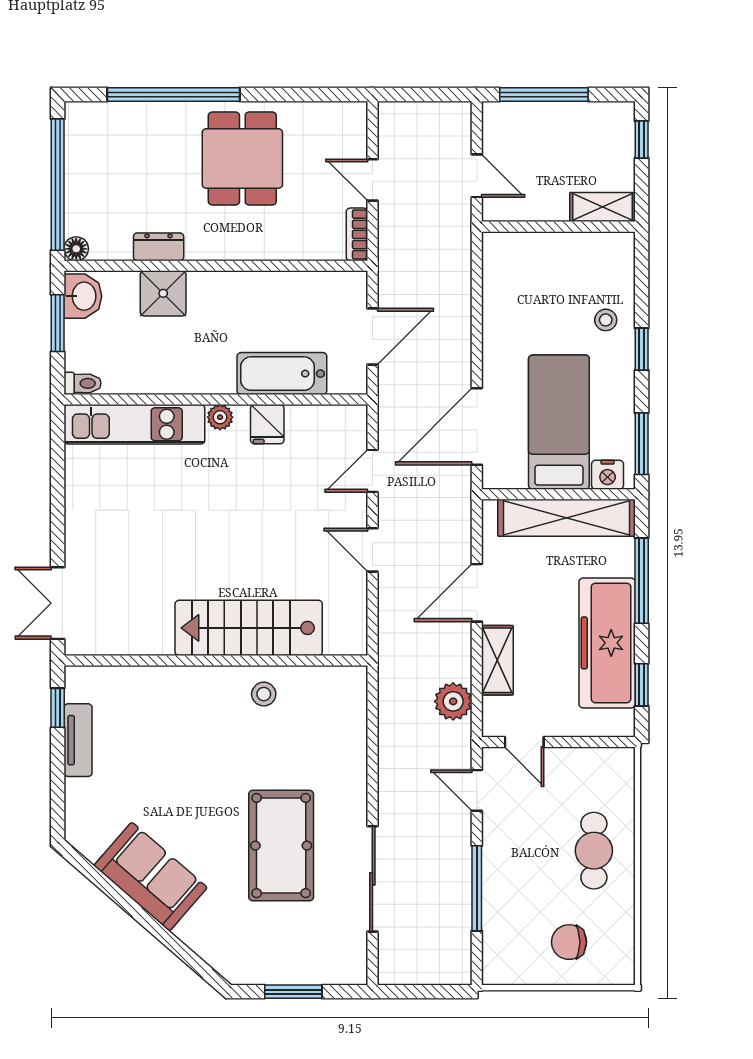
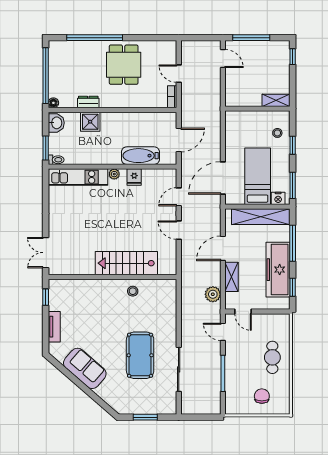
door: (477, 176) -> (223, 59), moved
shelving: (603, 207) -> (276, 100), moved
wall: (558, 227) -> (257, 109), moved
window: (58, 323) -> (46, 148), moved
tv unit: (78, 740) -> (54, 327), moved
chair: (569, 942) -> (262, 396), turned 90

